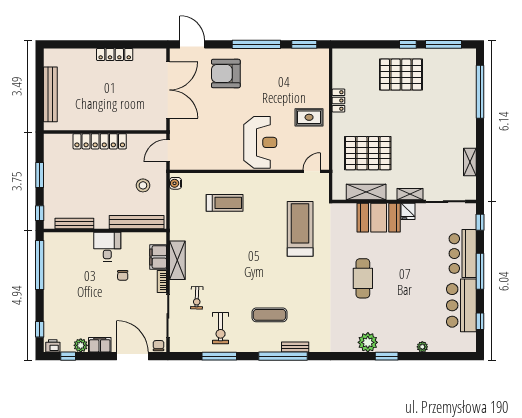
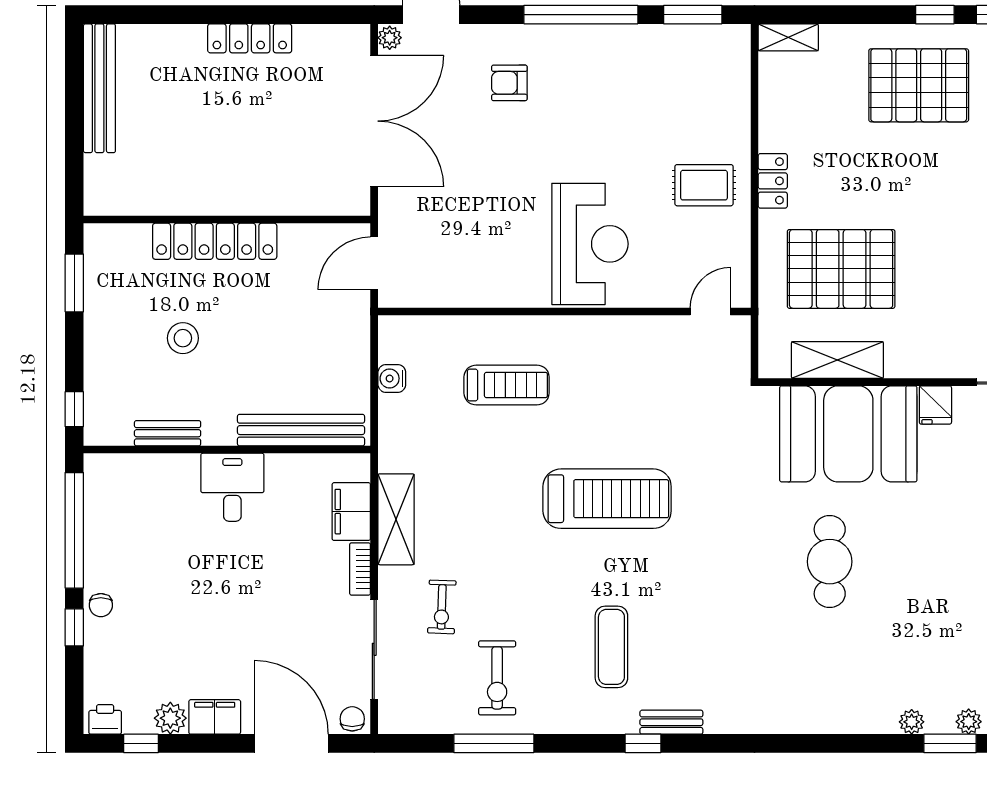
plant: (175, 54) -> (390, 38), added
armchair: (226, 74) -> (509, 83), width x0.53, depth x0.53
bench: (50, 94) -> (99, 88), moved
locker: (338, 100) -> (773, 181), moved
window: (40, 175) -> (74, 283), moved
water cooler: (175, 183) -> (392, 378), moved
stool: (143, 185) -> (183, 338), moved
shelving: (410, 194) -> (788, 37), moved
booth: (379, 218) -> (848, 434), width x1.36, depth x1.42
bench: (74, 223) -> (168, 433), width x0.73
treadmill: (300, 229) -> (607, 499), moved, turned 90
chair: (123, 275) -> (101, 605), moved
exercise mat: (269, 315) -> (611, 647), turned 90
window: (40, 329) -> (74, 627), moved
plant: (368, 342) -> (912, 722), moved, width x0.53, depth x0.53
window: (283, 356) -> (643, 743), width x0.32
window: (387, 356) -> (950, 743), moved

